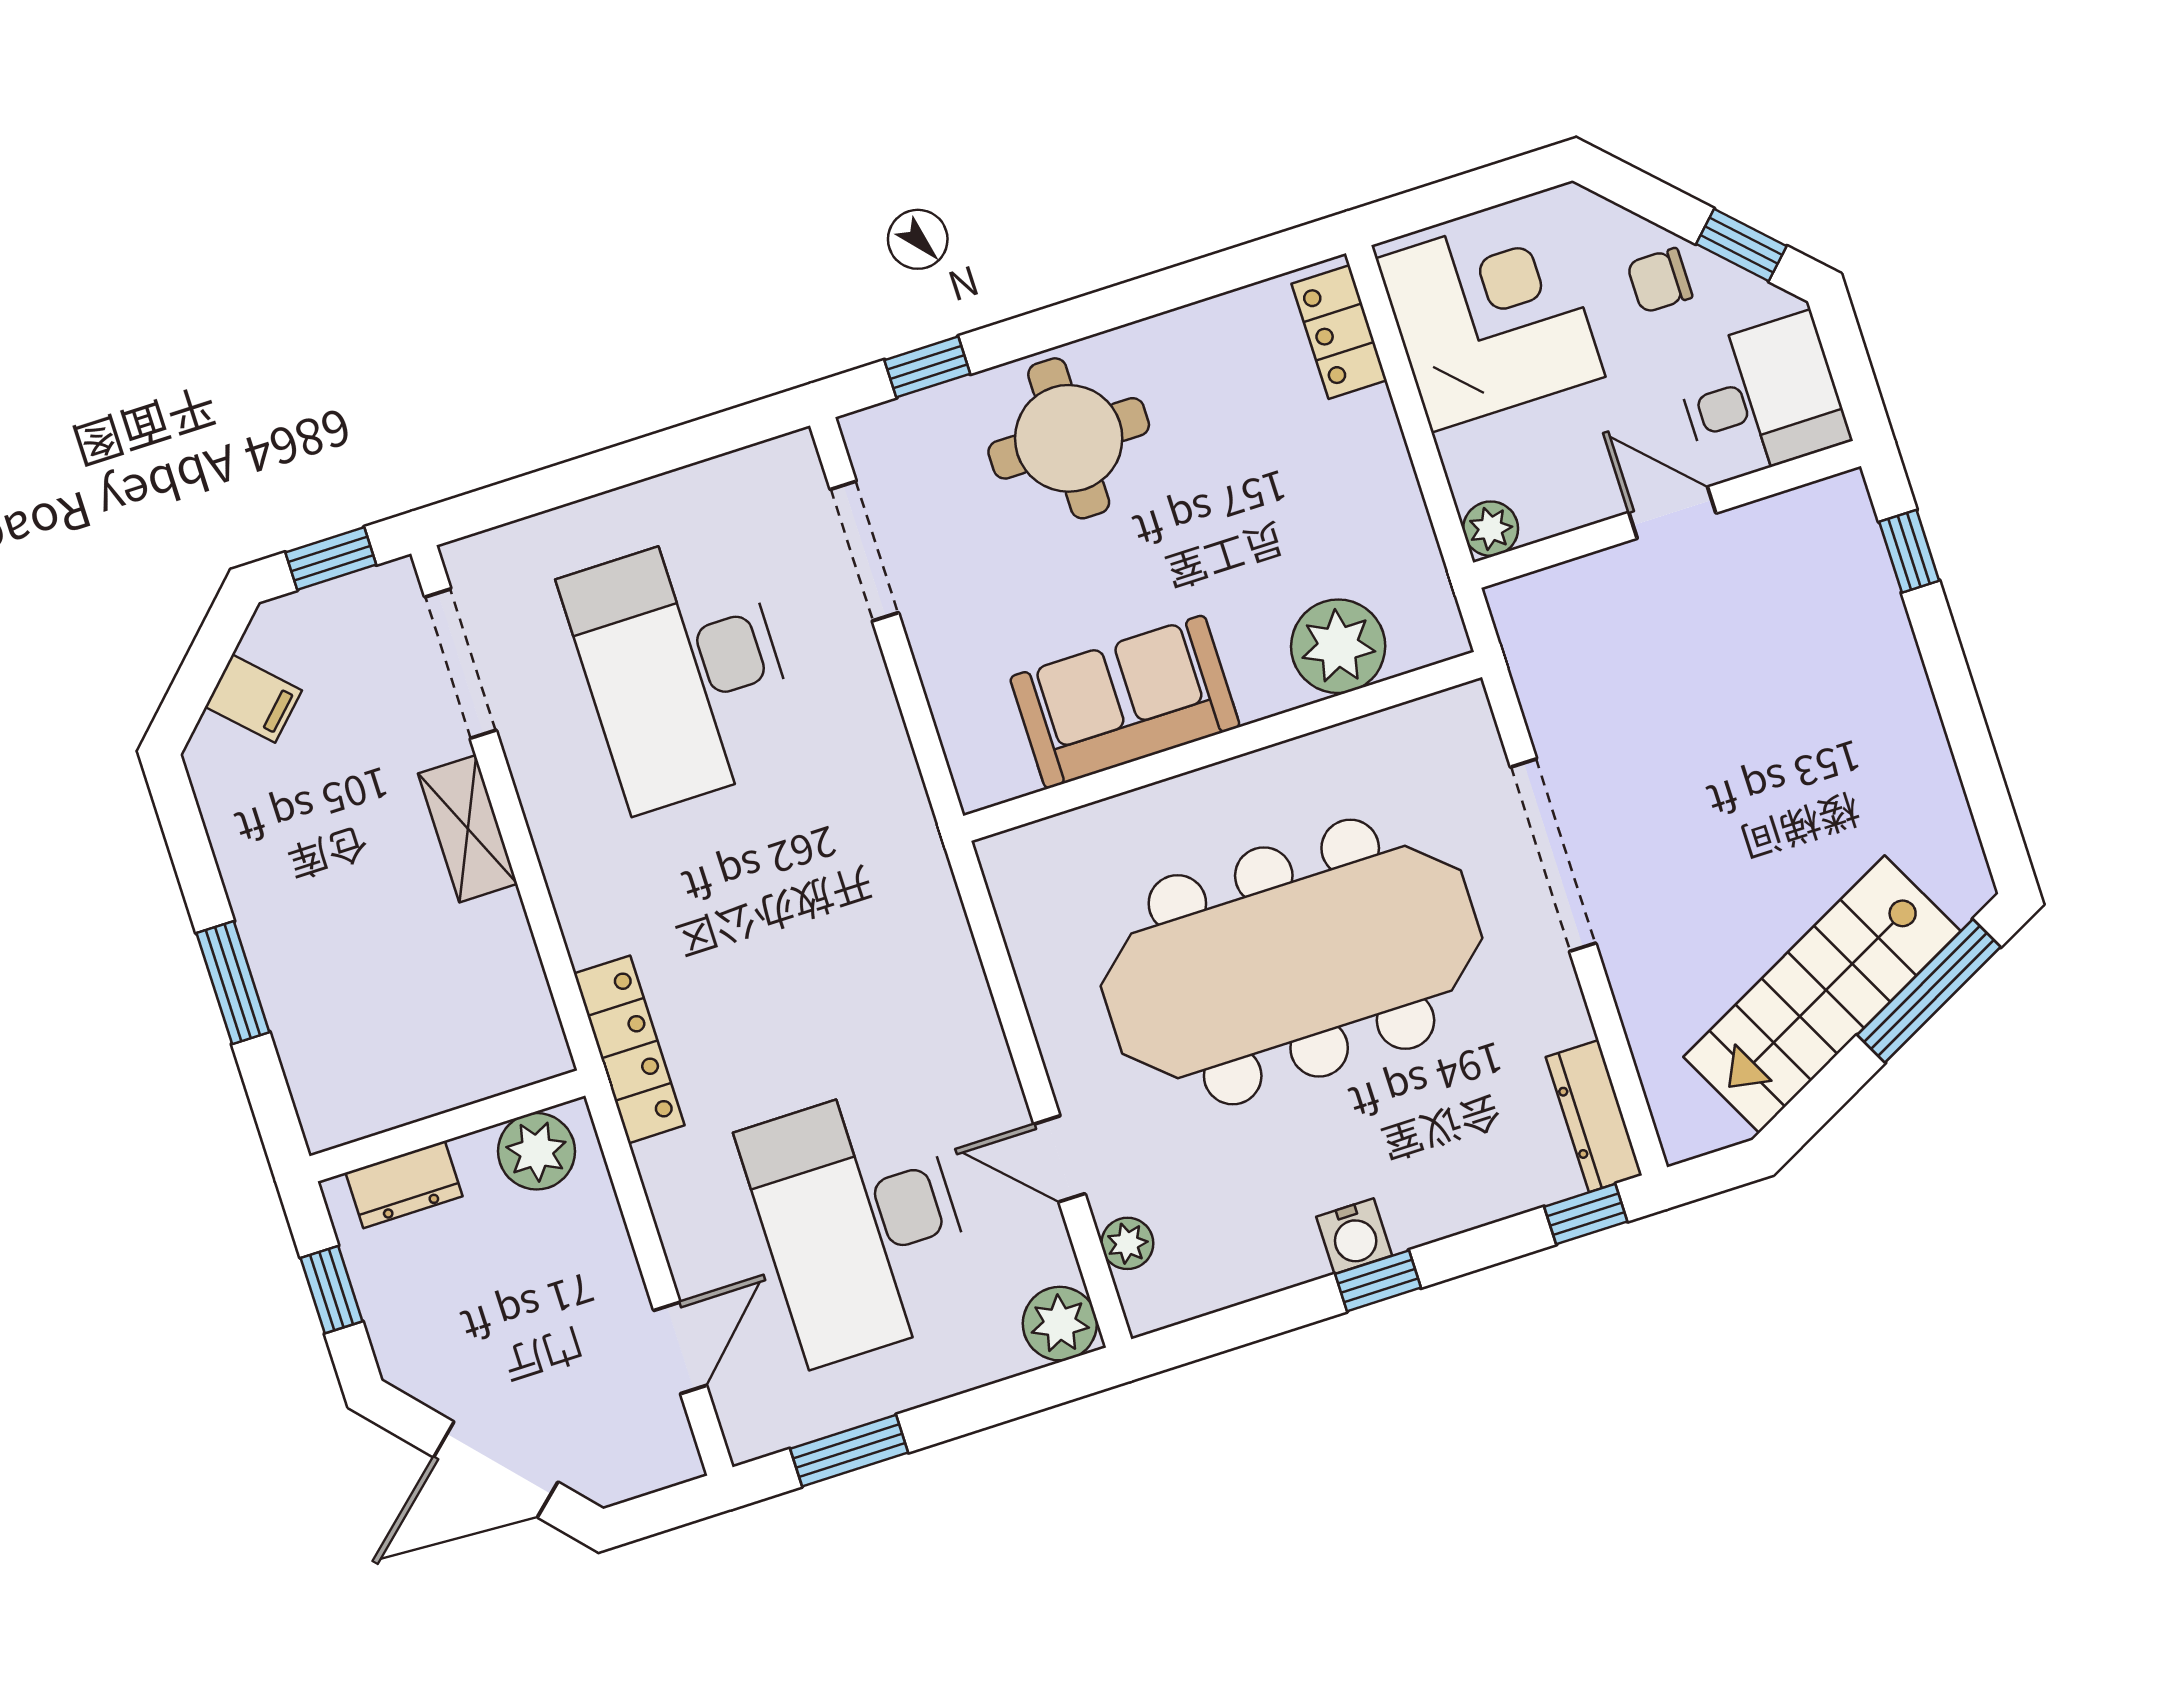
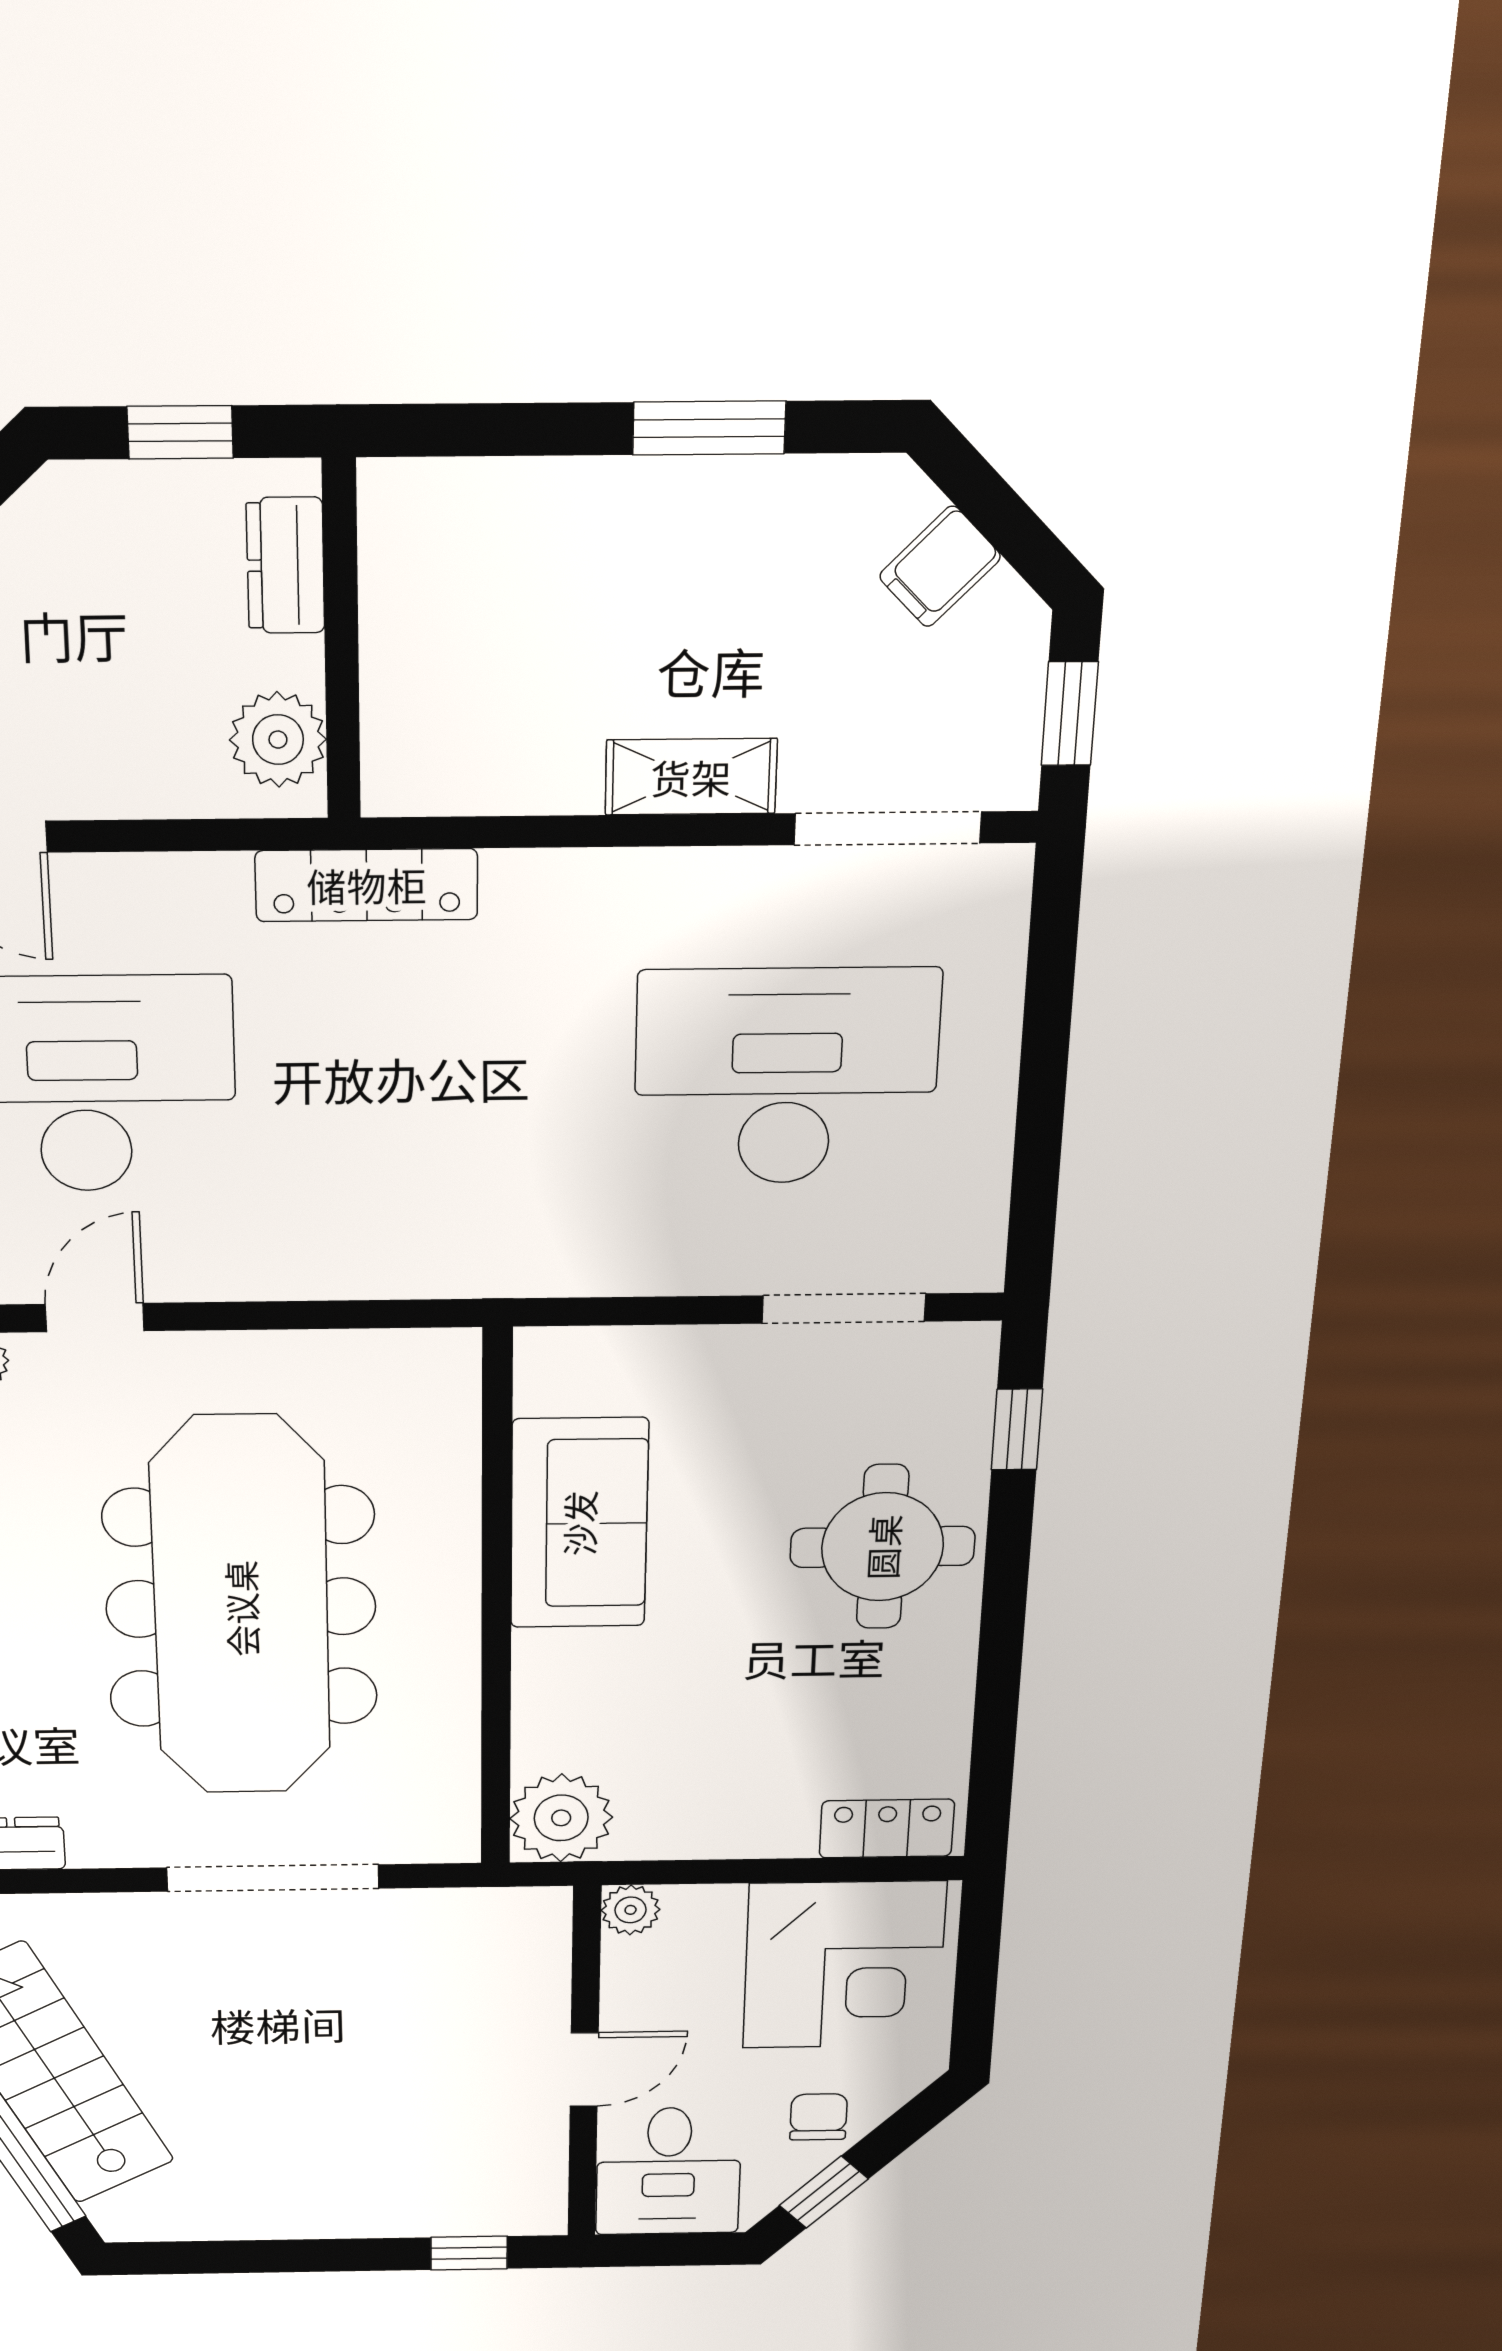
plant: (1338, 646) -> (561, 1818), moved
window: (233, 983) -> (709, 428), moved

